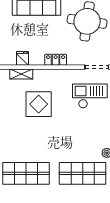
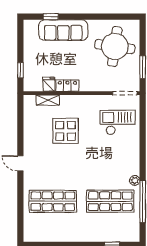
locker: (56, 60) -> (67, 86), moved

